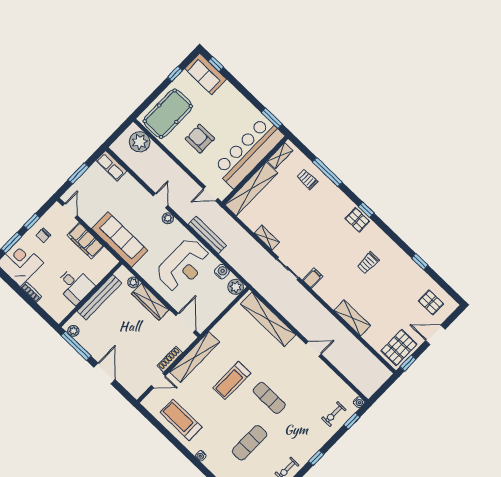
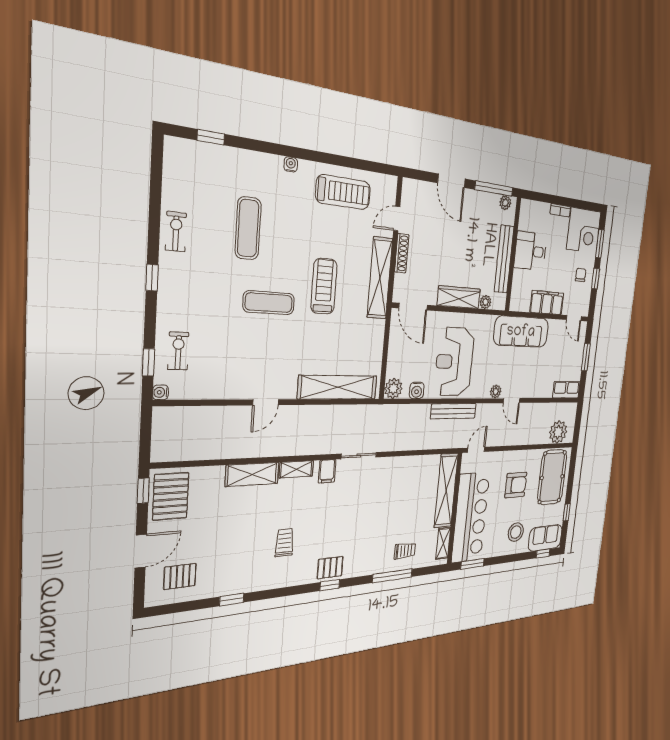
stool: (225, 105) -> (516, 532), added
shelving: (267, 238) -> (296, 469), moved

